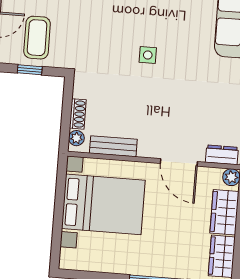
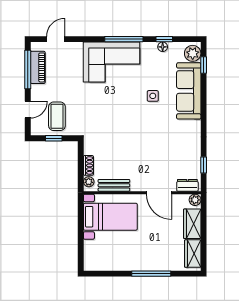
side table: (148, 55) -> (153, 96), moved
bed with nightstands: (103, 204) -> (110, 217), width x0.73

